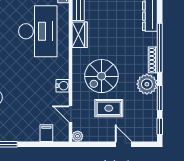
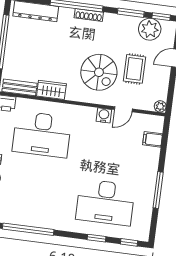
desk: (38, 31) -> (42, 134), turned 180
plant: (147, 84) -> (150, 29), moved
door: (71, 114) -> (123, 109), moved

